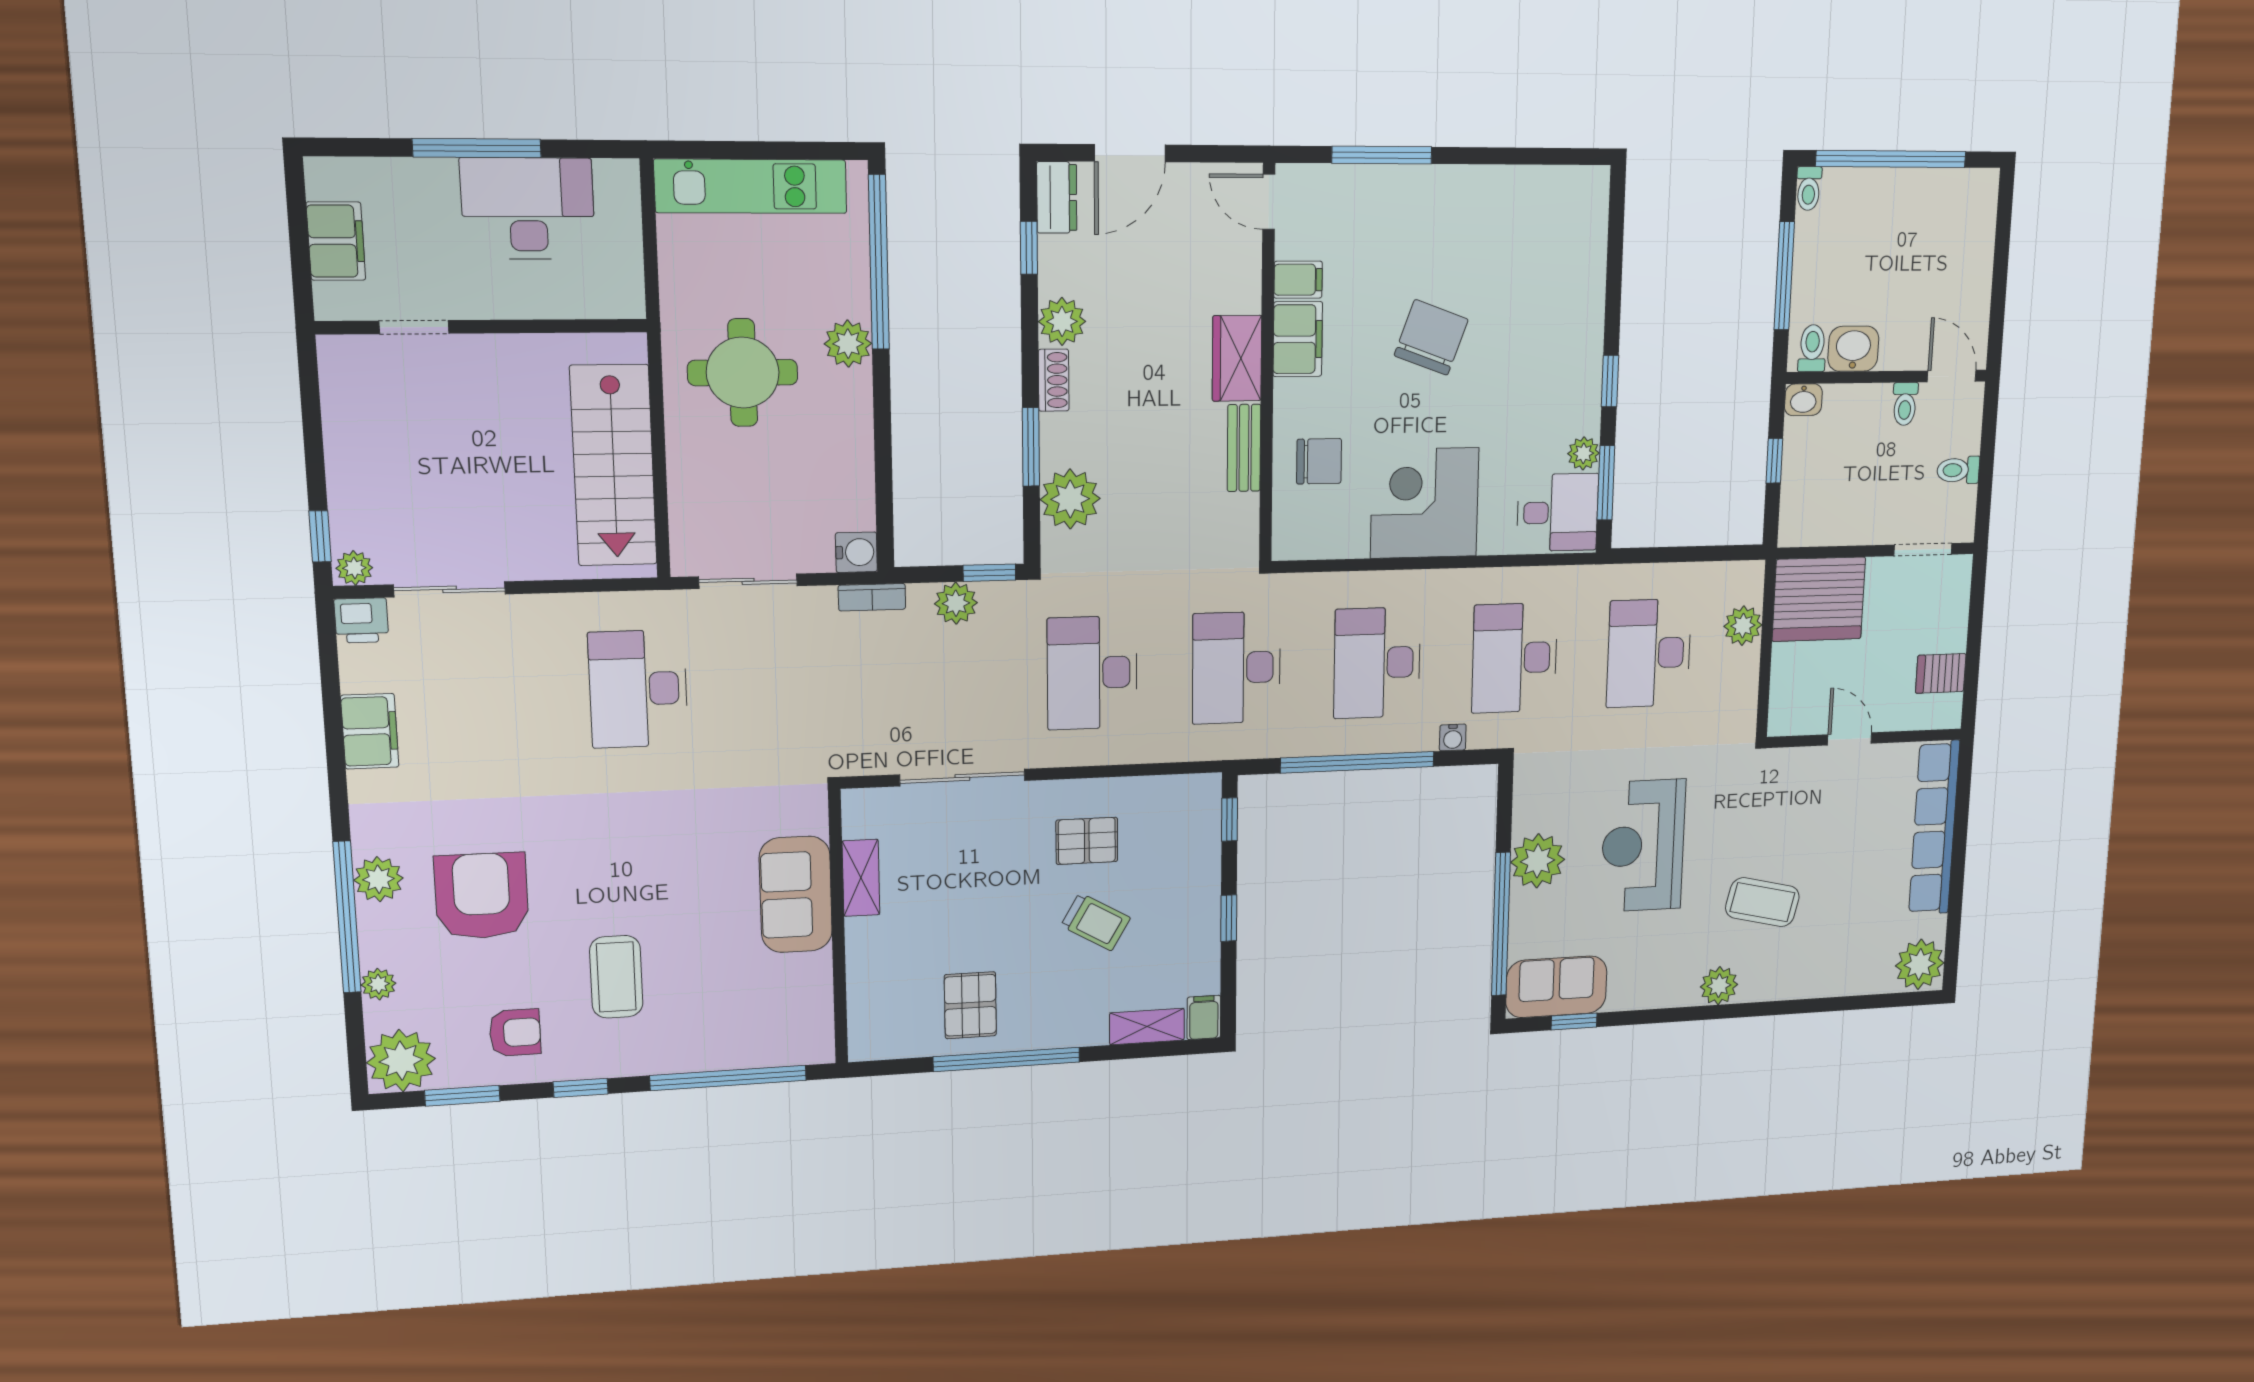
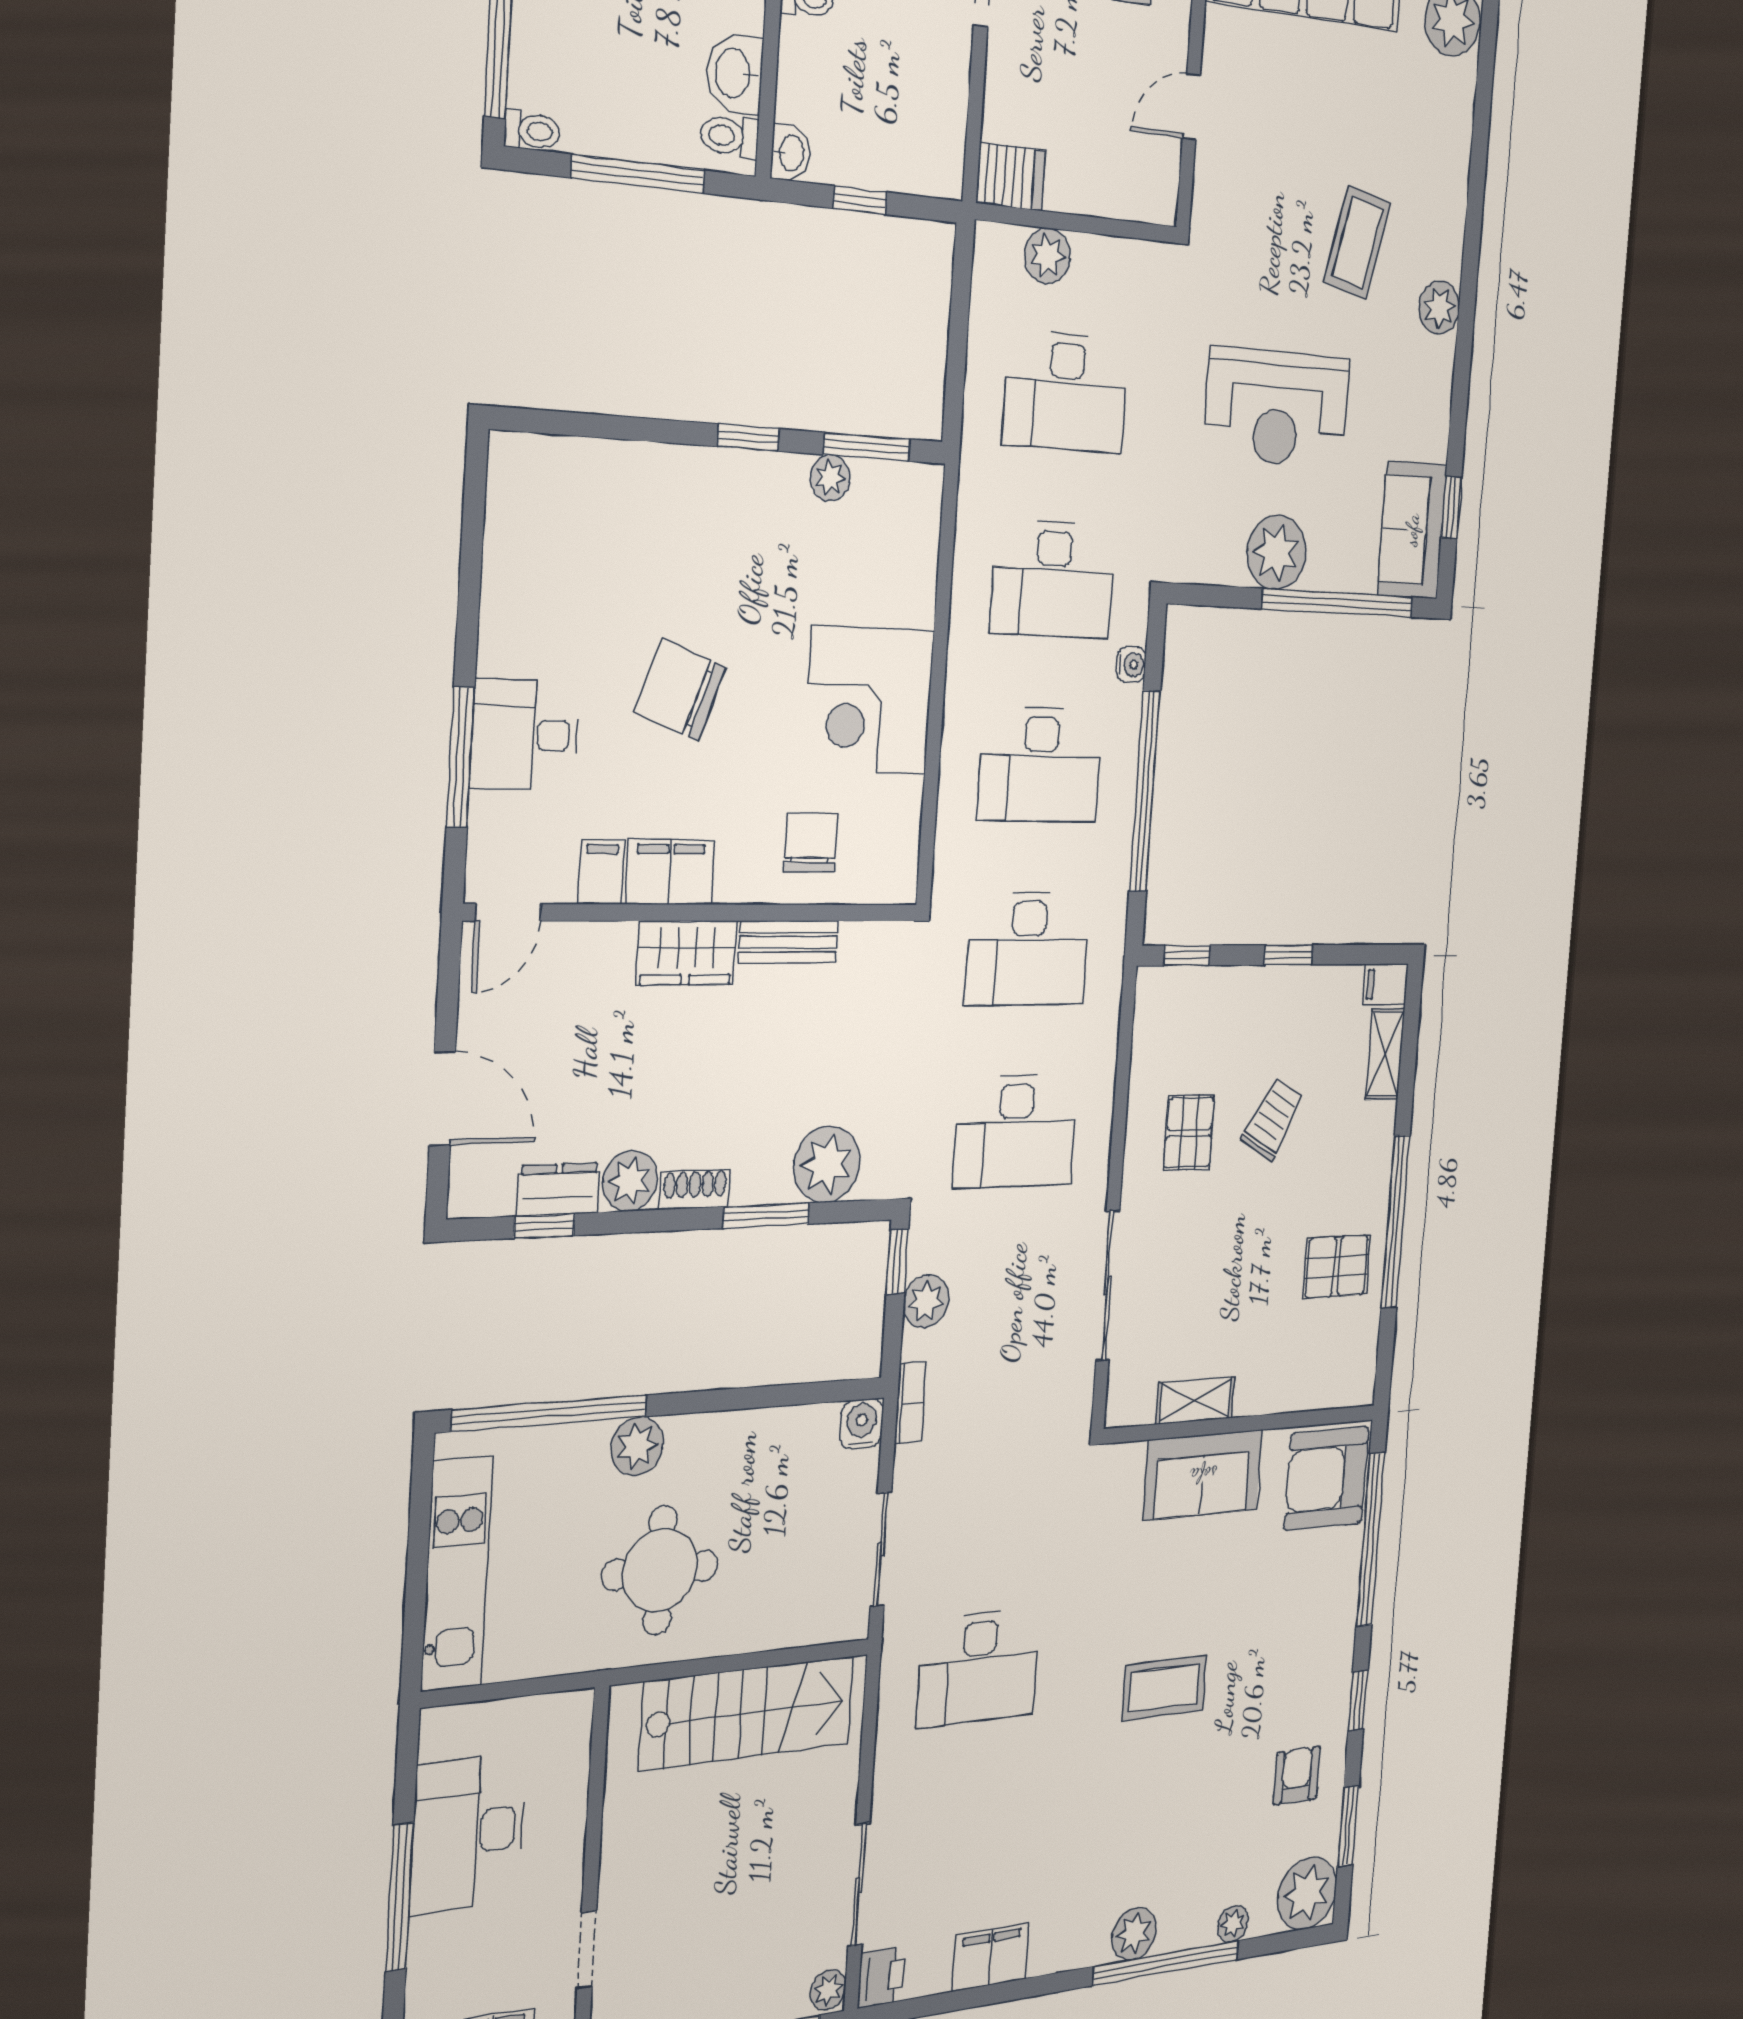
dresser: (1057, 197) -> (558, 1189), moved
desk: (1558, 512) -> (525, 735), moved, turned -90
server rack: (1819, 599) -> (1011, 177), width x0.46, depth x0.70
armchair: (482, 896) -> (1326, 1478), moved
coffee table: (616, 977) -> (1164, 1688), moved

